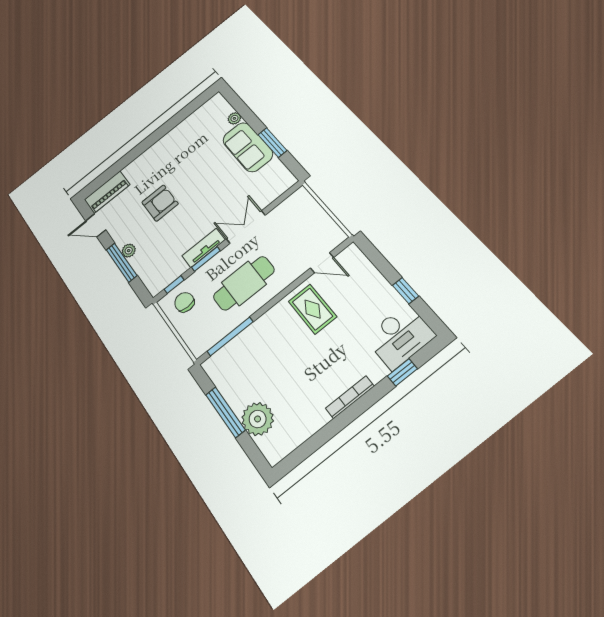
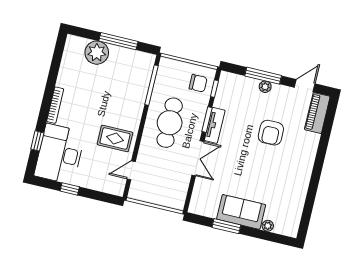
desk: (400, 336) -> (60, 154), width x1.36, depth x1.30

